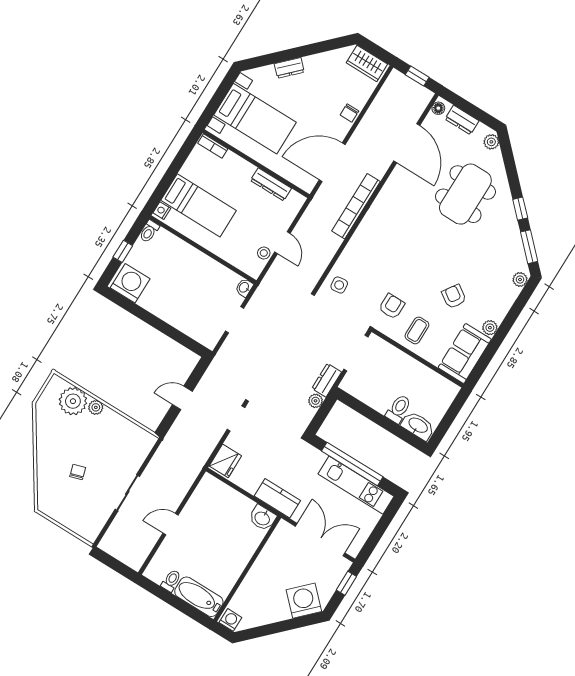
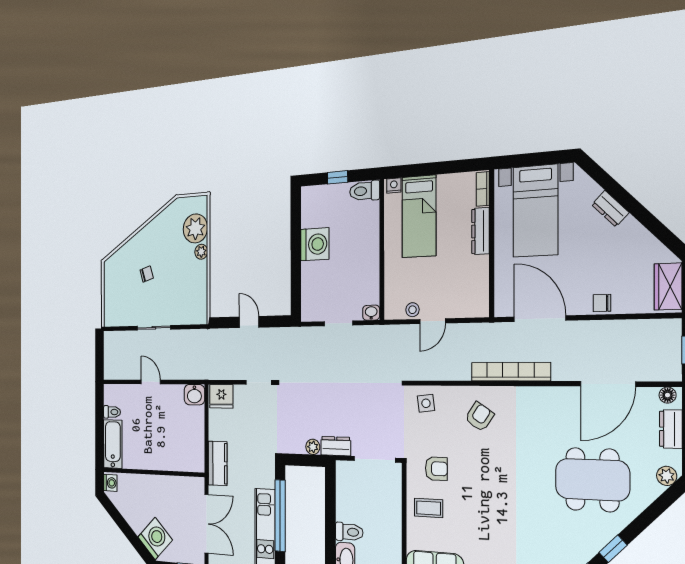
dresser: (271, 184) -> (480, 231), moved
toilet: (149, 231) -> (365, 191), width x1.37, depth x1.39
washing machine: (130, 283) -> (315, 244), moved
armchair: (454, 296) -> (479, 417), moved
washbasin: (262, 518) -> (194, 395), moved, turned -90

